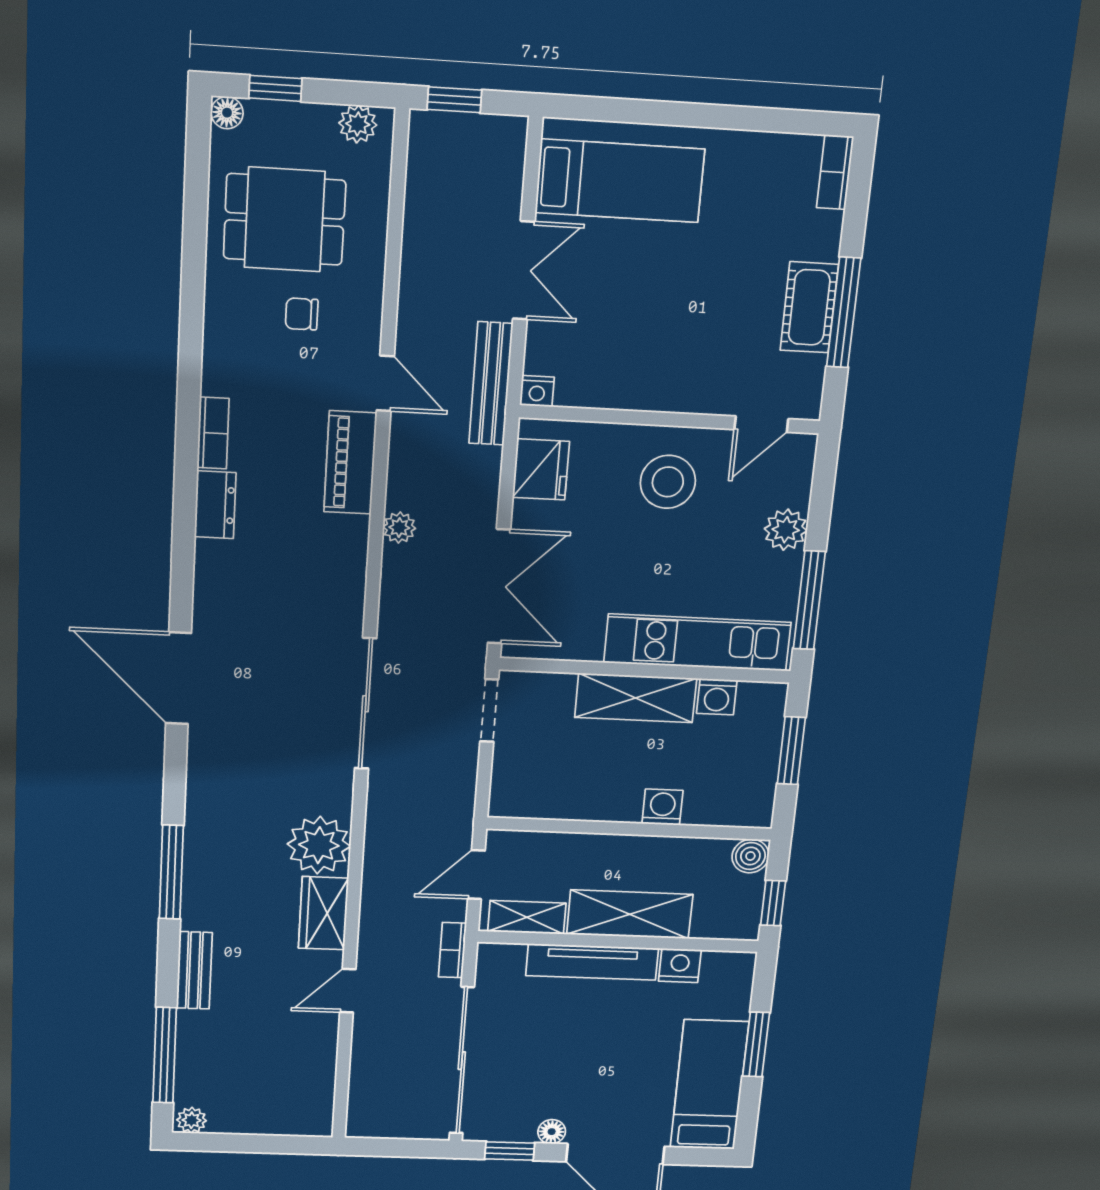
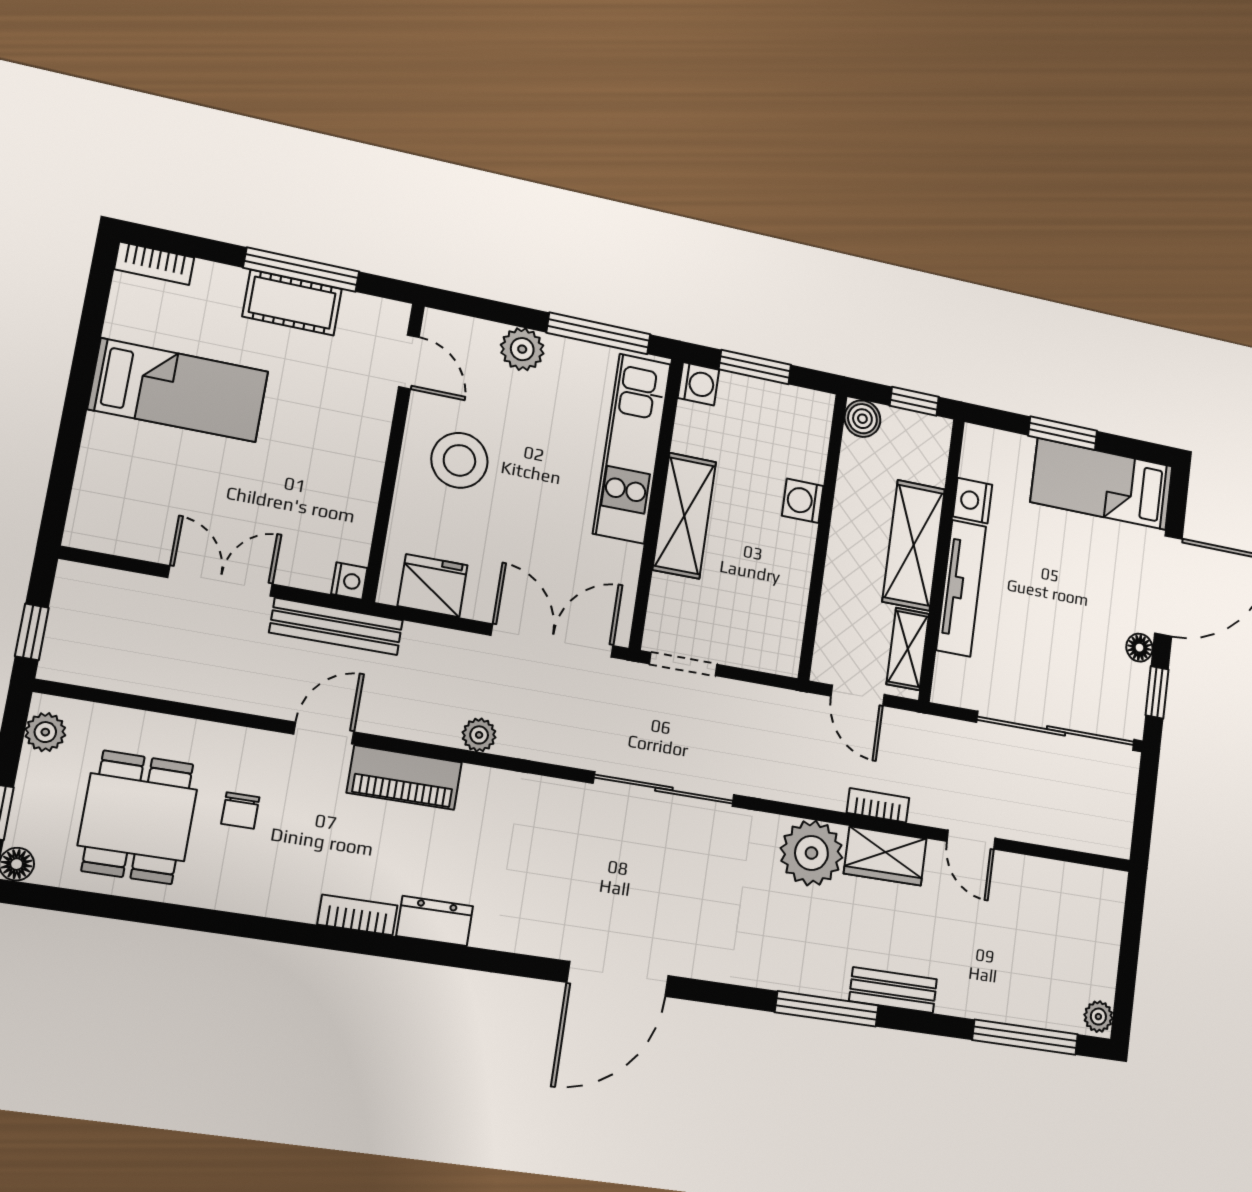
bed: (620, 181) -> (179, 390), moved, turned 90
washing machine: (717, 697) -> (699, 384), moved
bookcase: (452, 950) -> (878, 805), moved, turned 180
bench: (194, 970) -> (893, 990), moved

